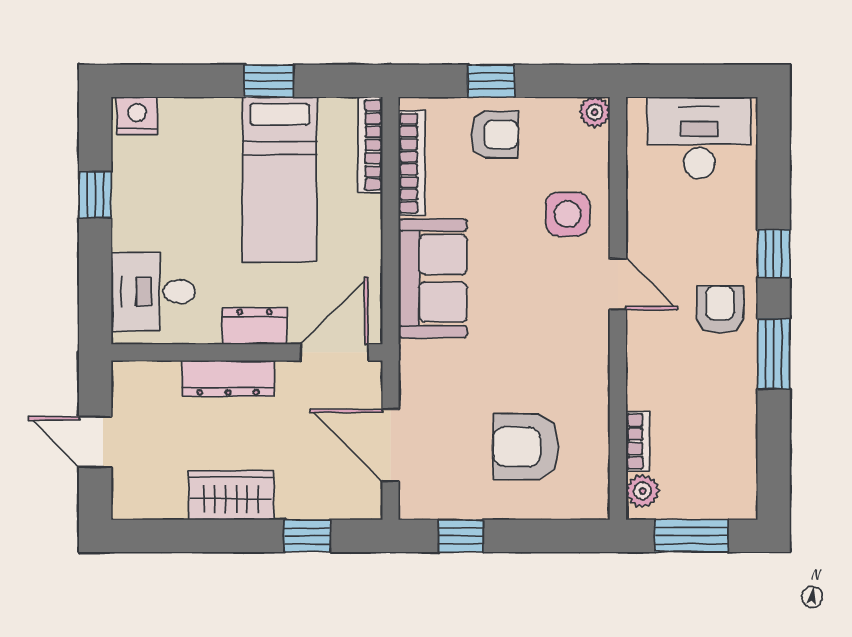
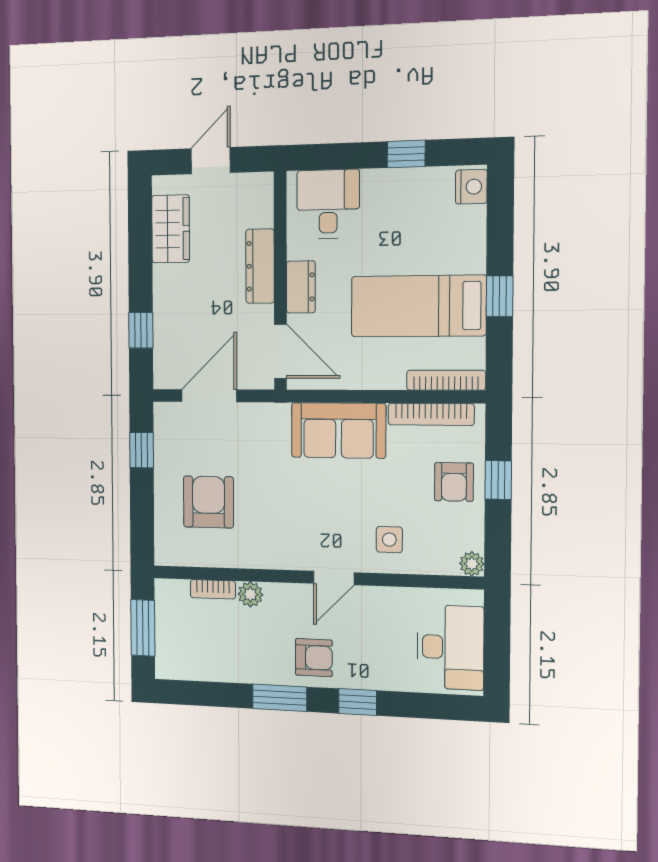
side table: (568, 214) -> (389, 540), width x0.73, depth x0.73
plant: (643, 491) -> (250, 594), moved
wardrobe: (231, 495) -> (171, 229), moved

